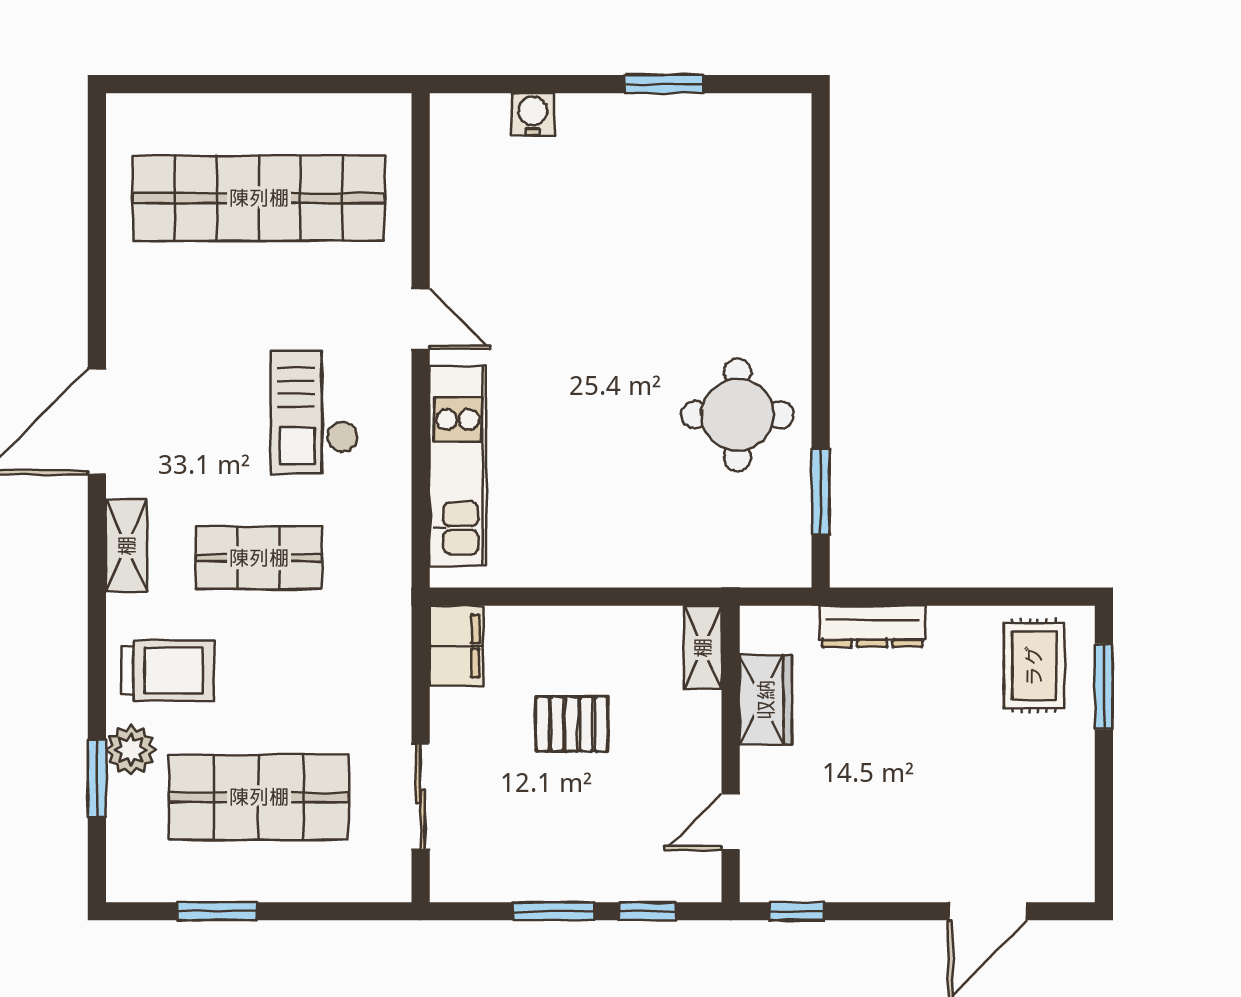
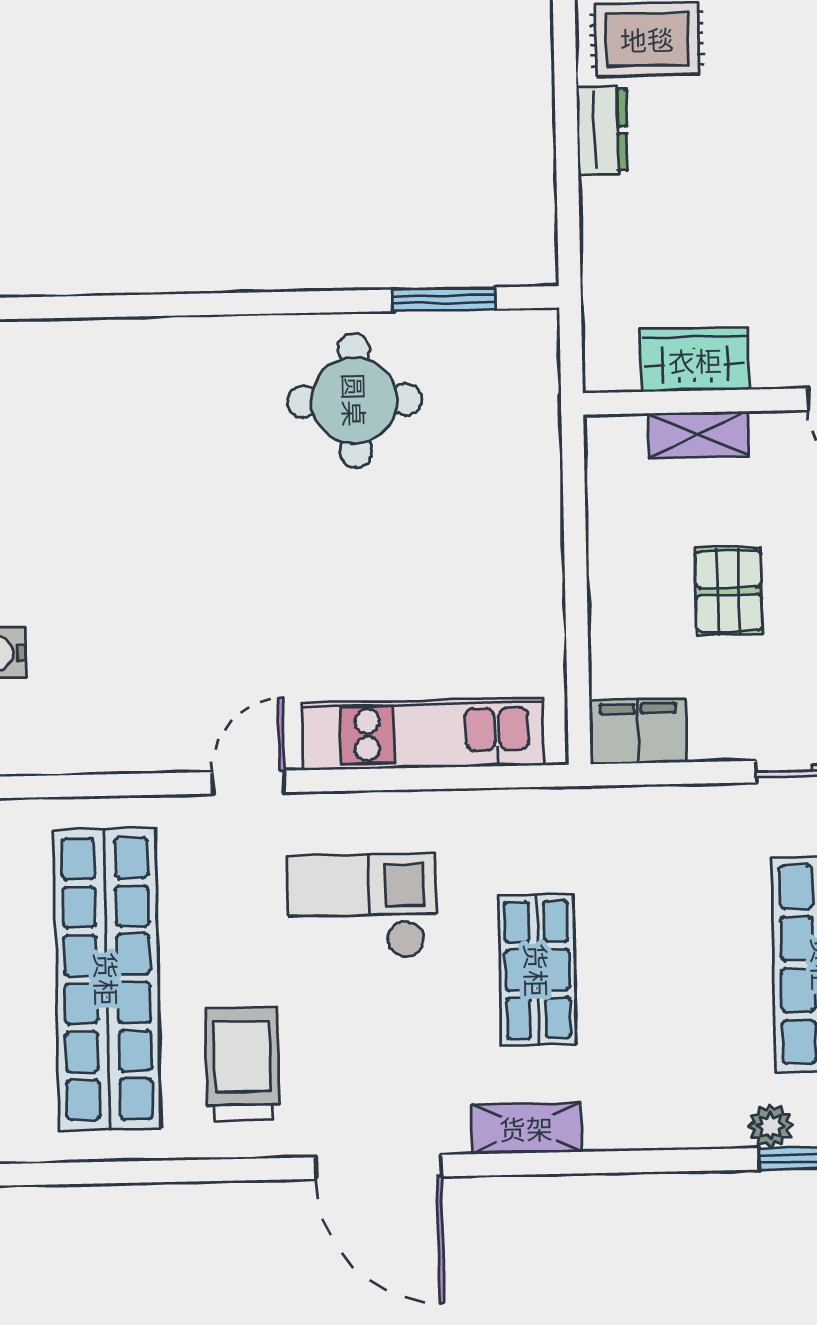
checkout: (315, 412) -> (362, 907), turned 180
dresser: (872, 626) -> (602, 130), moved, width x0.70
shelving: (703, 648) -> (698, 435), moved
trolley: (167, 671) -> (242, 1064), moved
plant: (131, 750) -> (771, 1126), width x0.73, depth x0.73

